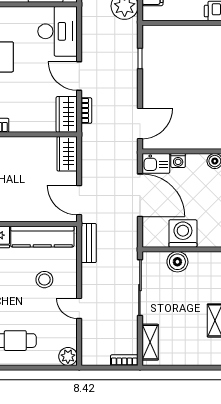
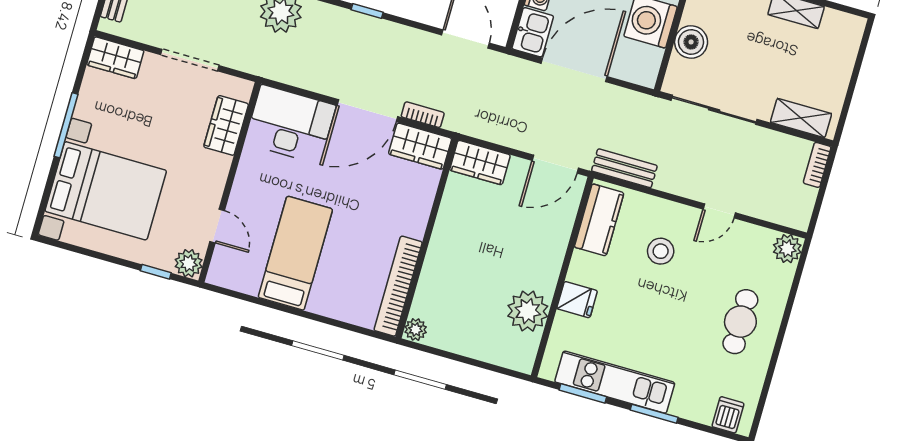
door: (79, 76) -> (367, 111), width x1.36
kitchen counter: (42, 237) -> (599, 220), width x0.67

